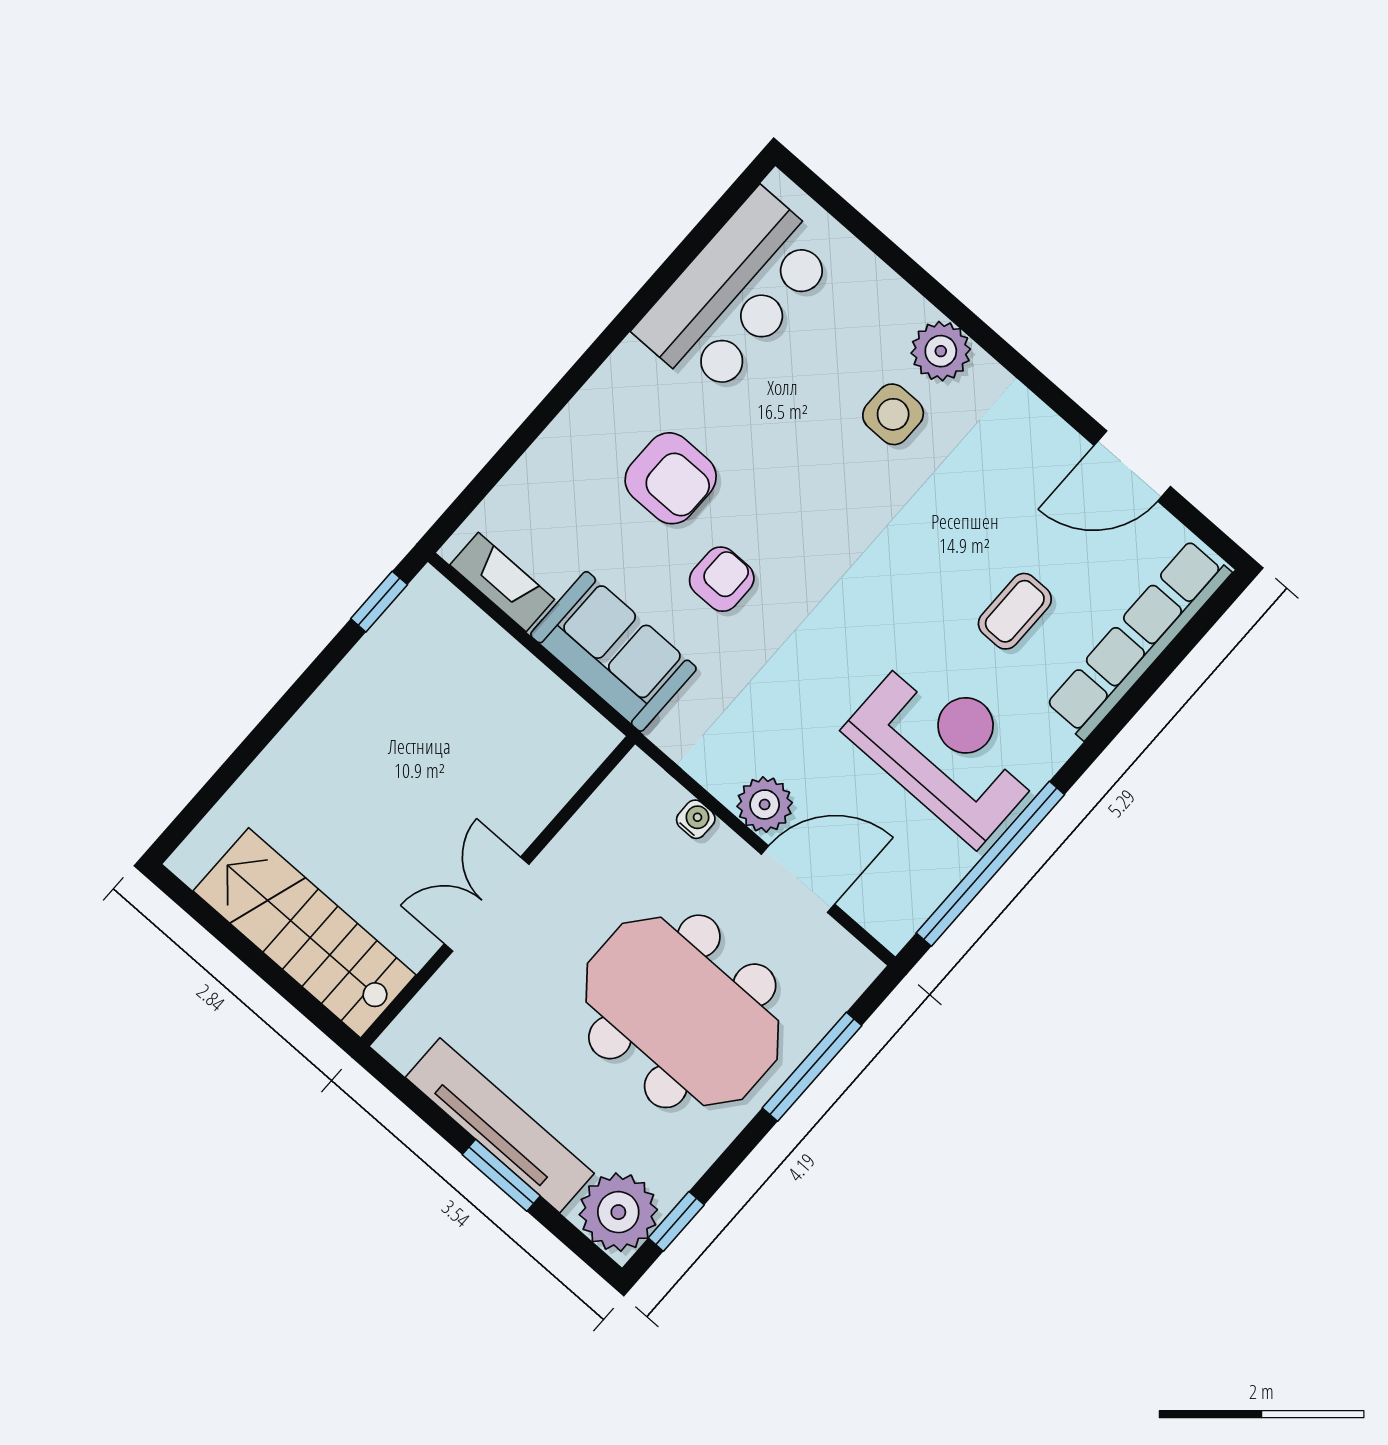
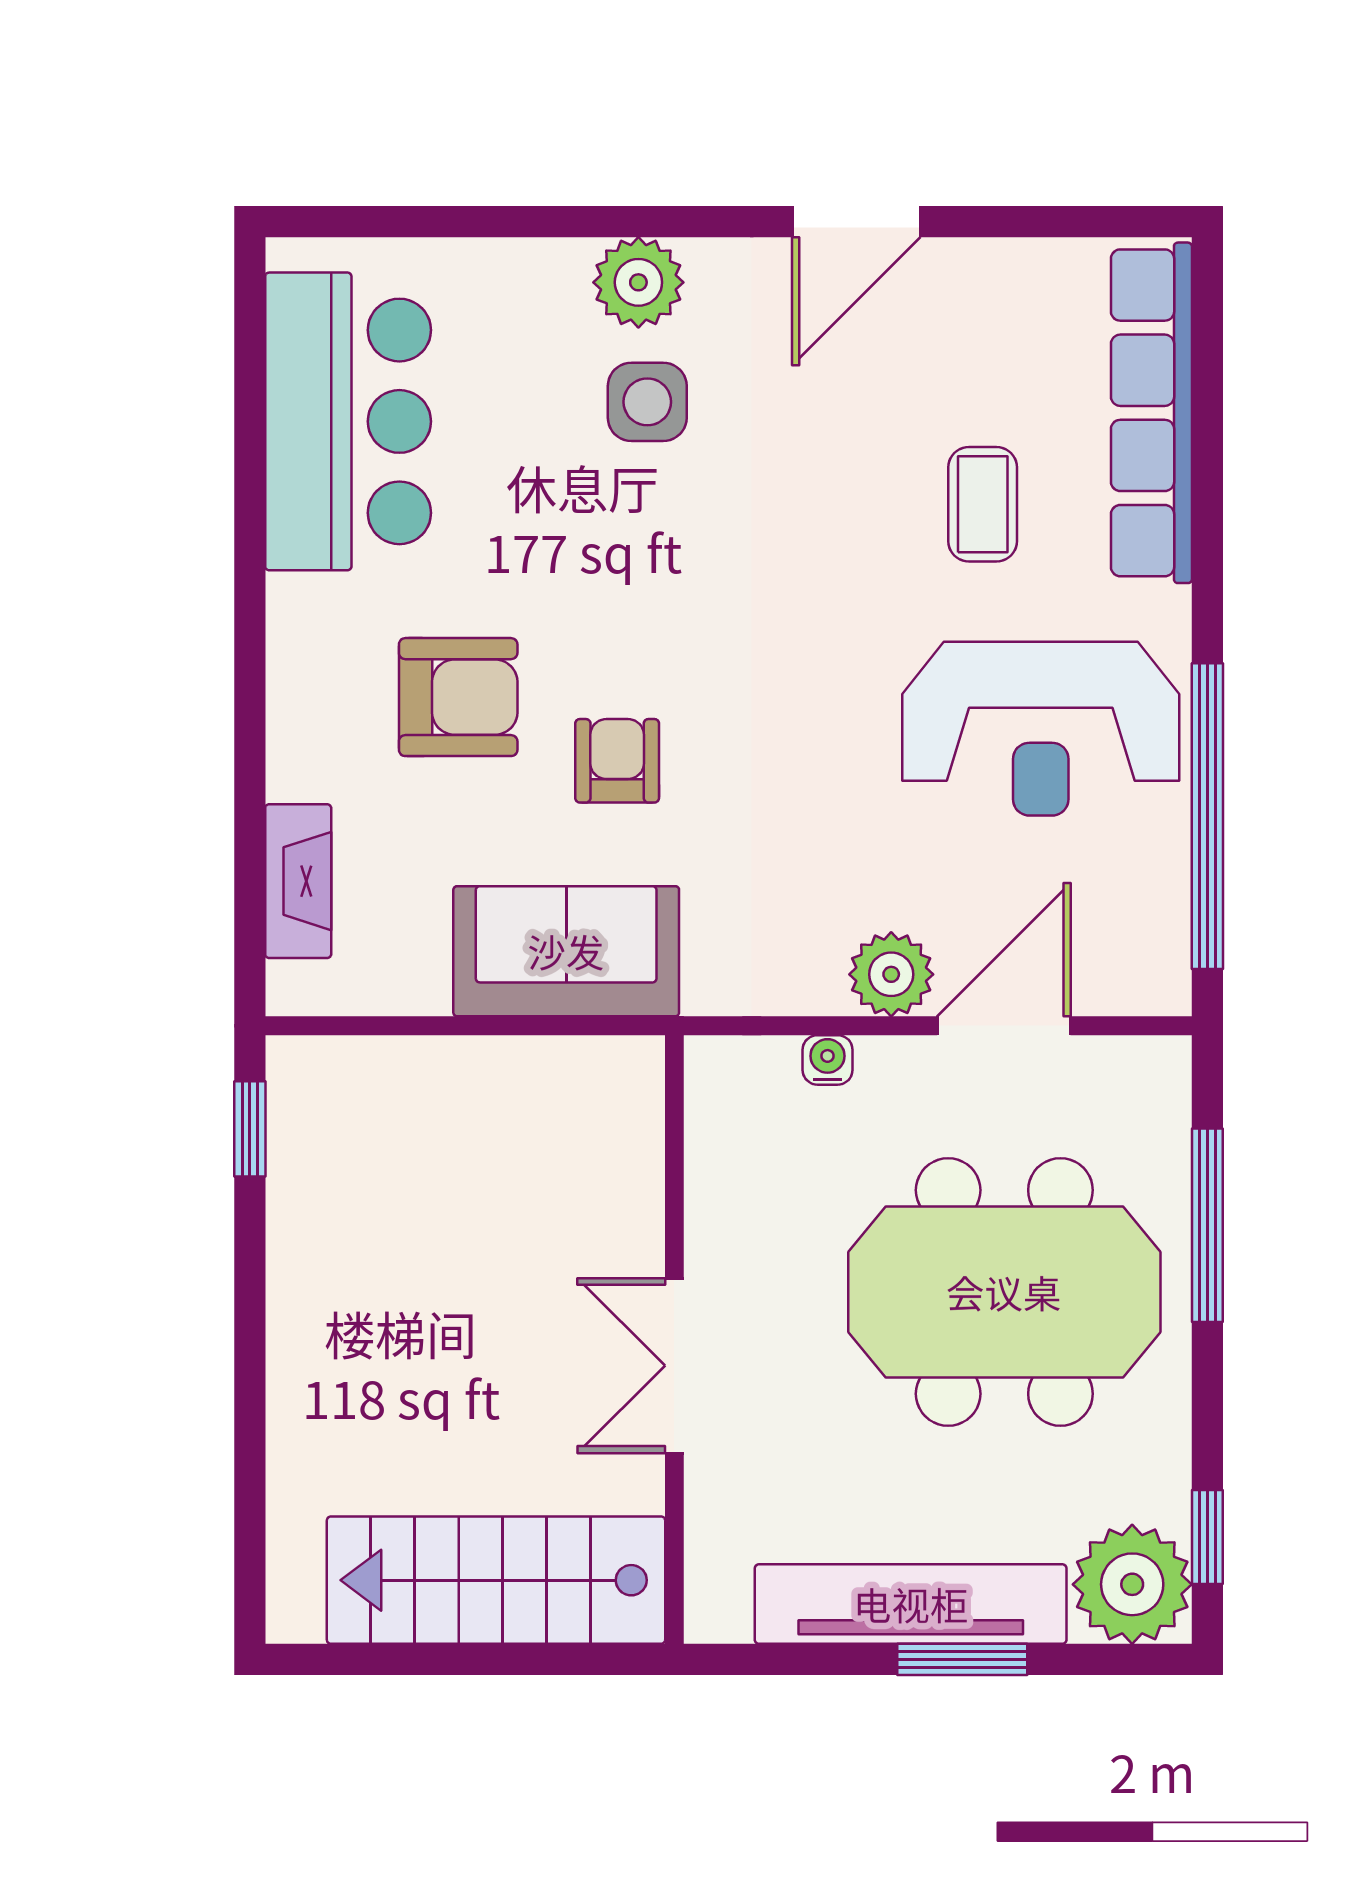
door: (1132, 466) -> (856, 222), moved
fireplace: (502, 582) -> (298, 881), moved, turned 90
reception desk: (946, 748) -> (1041, 729), turned 180

